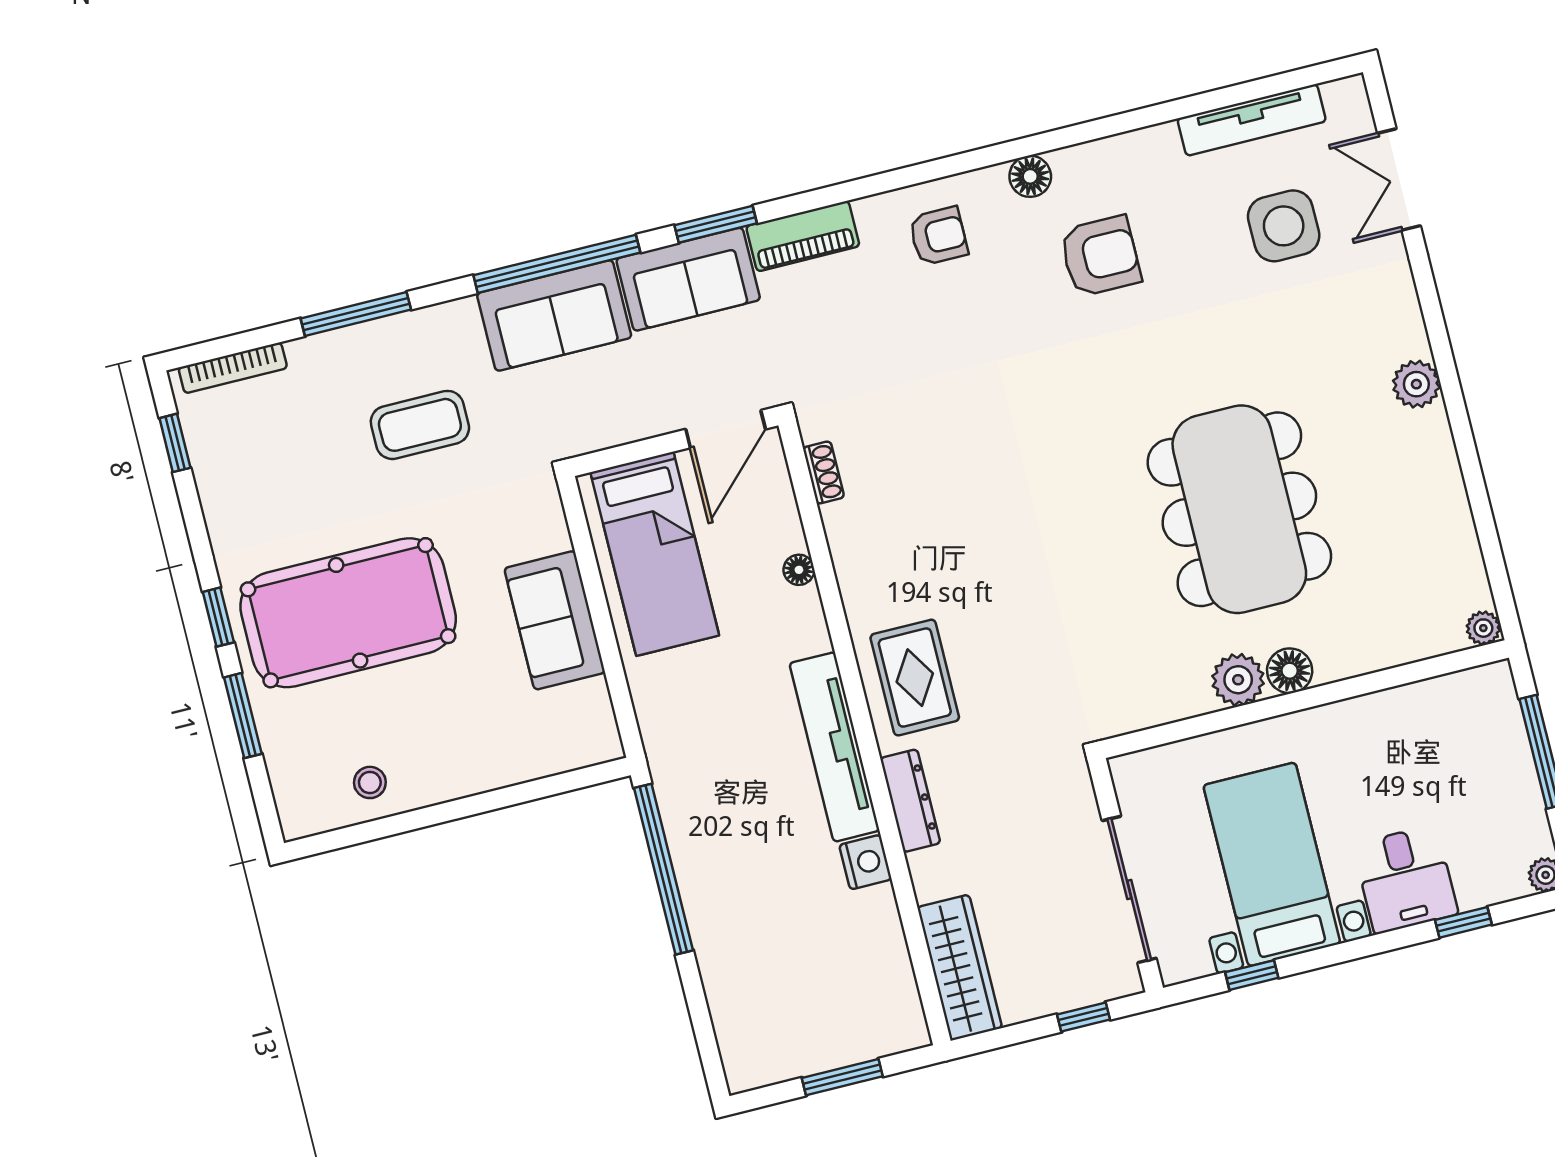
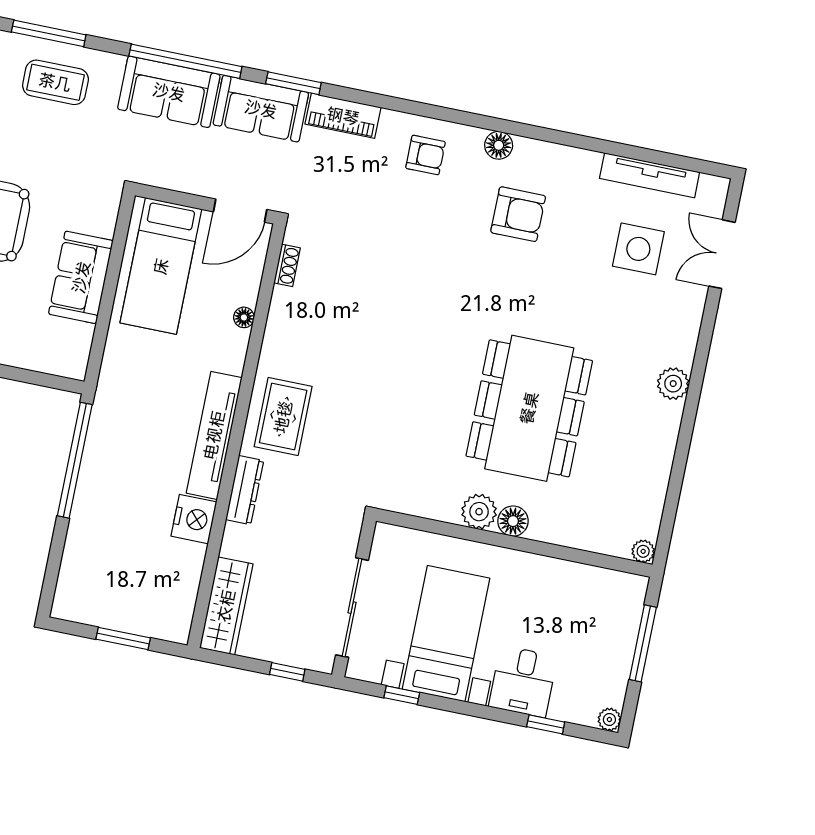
coffee table: (420, 425) -> (55, 82), moved
nightstand: (865, 862) -> (194, 519), width x1.36, depth x1.33

